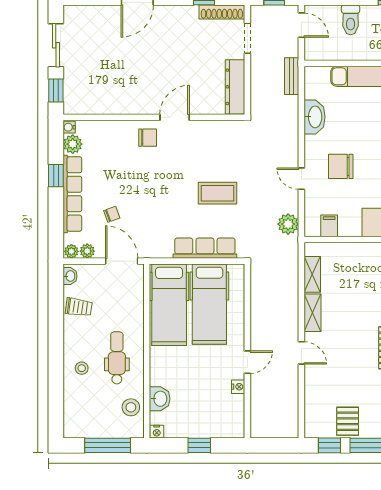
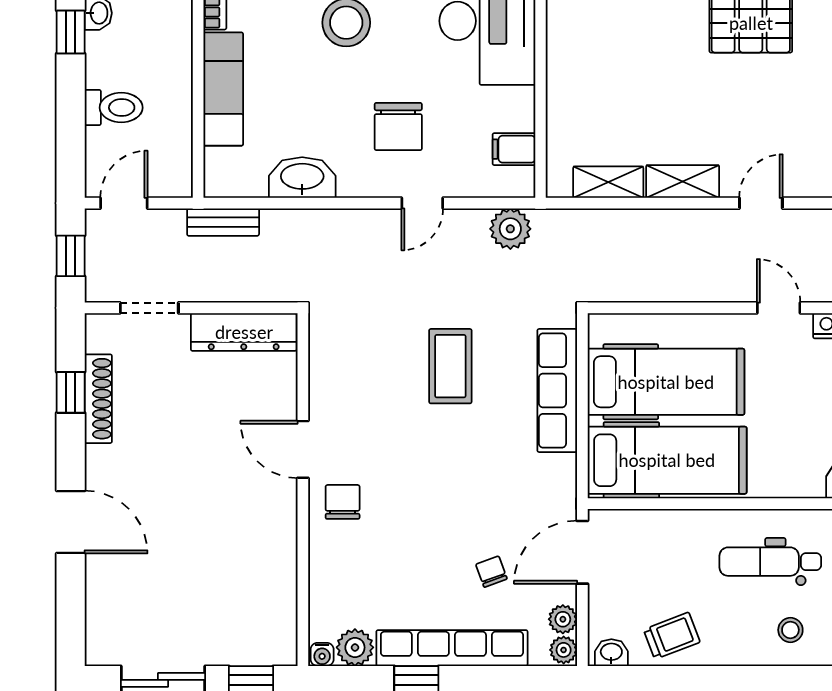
shoe rack: (222, 12) -> (98, 399), moved
trolley: (79, 307) -> (672, 636), turned 61

